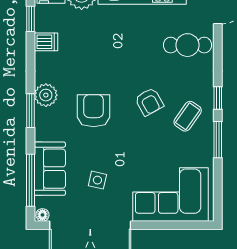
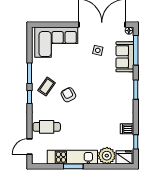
plant: (46, 95) -> (127, 99), removed
armchair: (94, 111) -> (100, 90), removed

